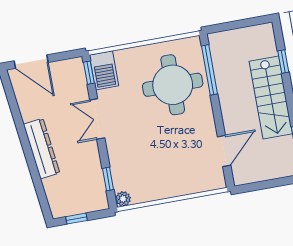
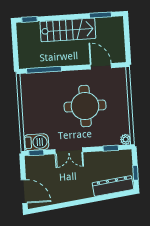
door: (31, 62) -> (24, 191), hinge flipped
window: (283, 62) -> (30, 19), moved
round table: (173, 85) -> (85, 106), moved
dresser: (41, 149) -> (113, 186), moved

